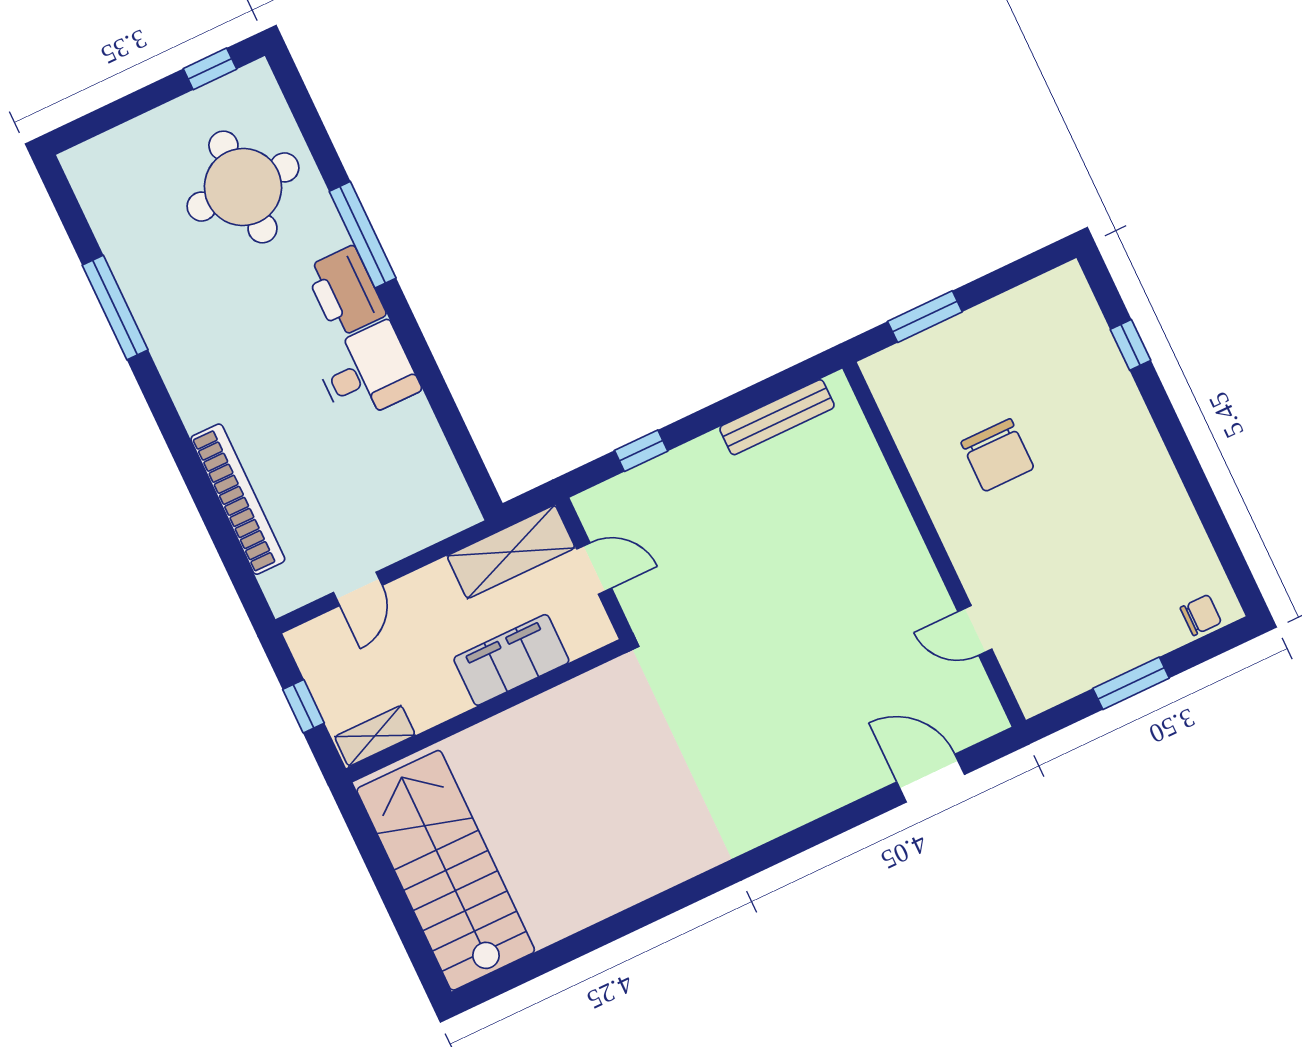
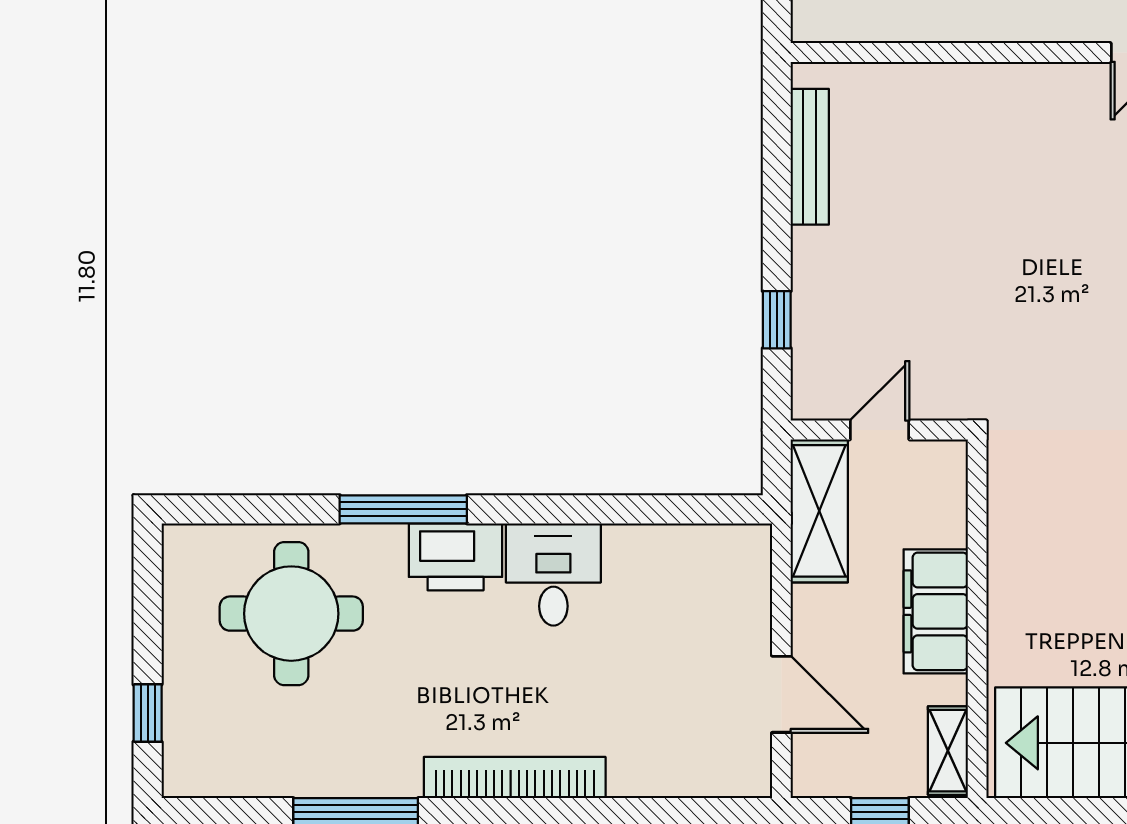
window: (210, 69) -> (148, 713), moved
bookcase: (238, 499) -> (515, 778), moved
door: (358, 589) -> (781, 694), width x1.38
filing cabinet: (511, 660) -> (936, 611), moved

